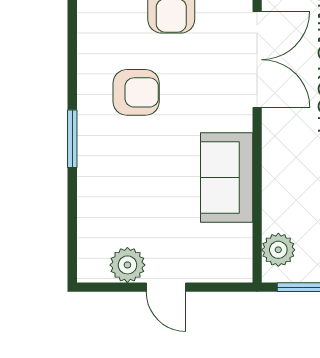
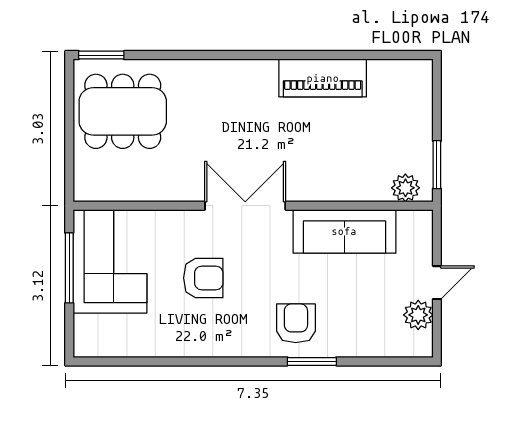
armchair: (136, 92) -> (296, 323), moved
sofa: (227, 177) -> (344, 231), width x1.36

